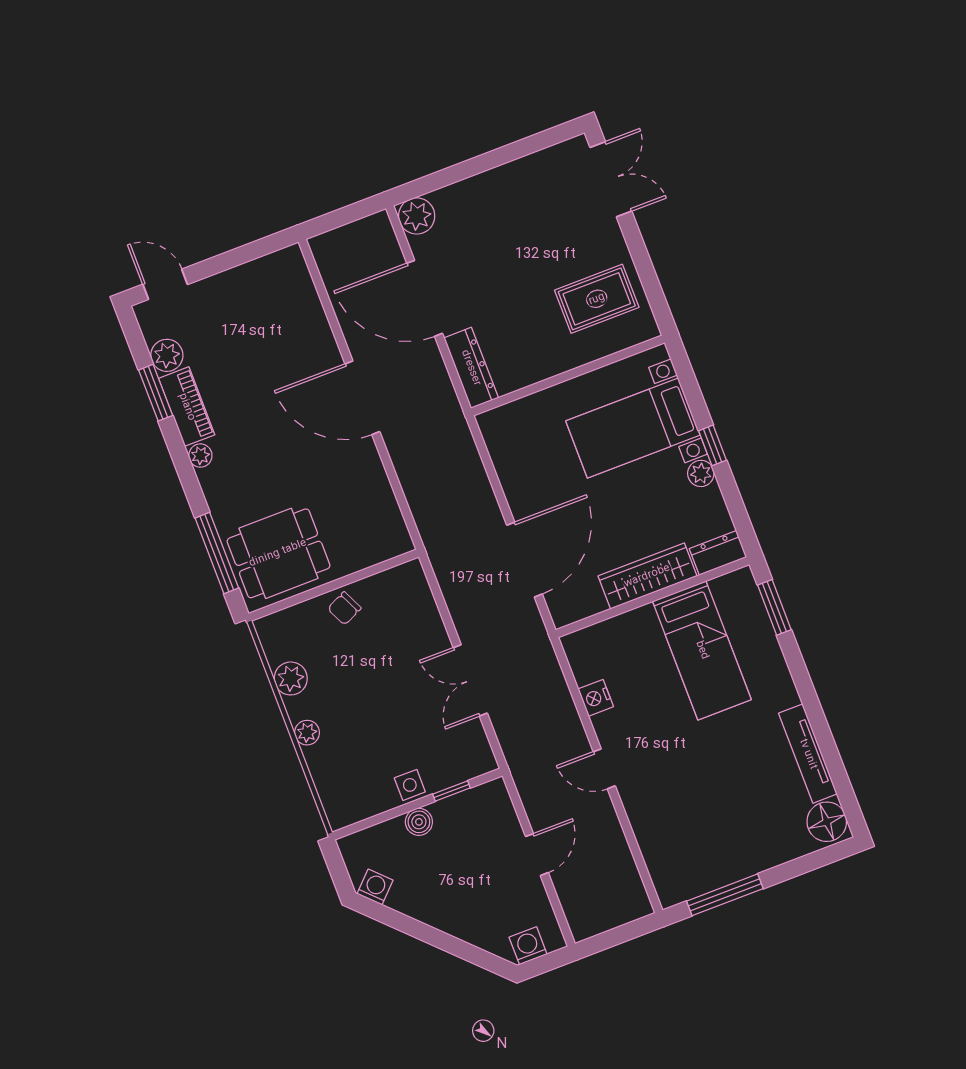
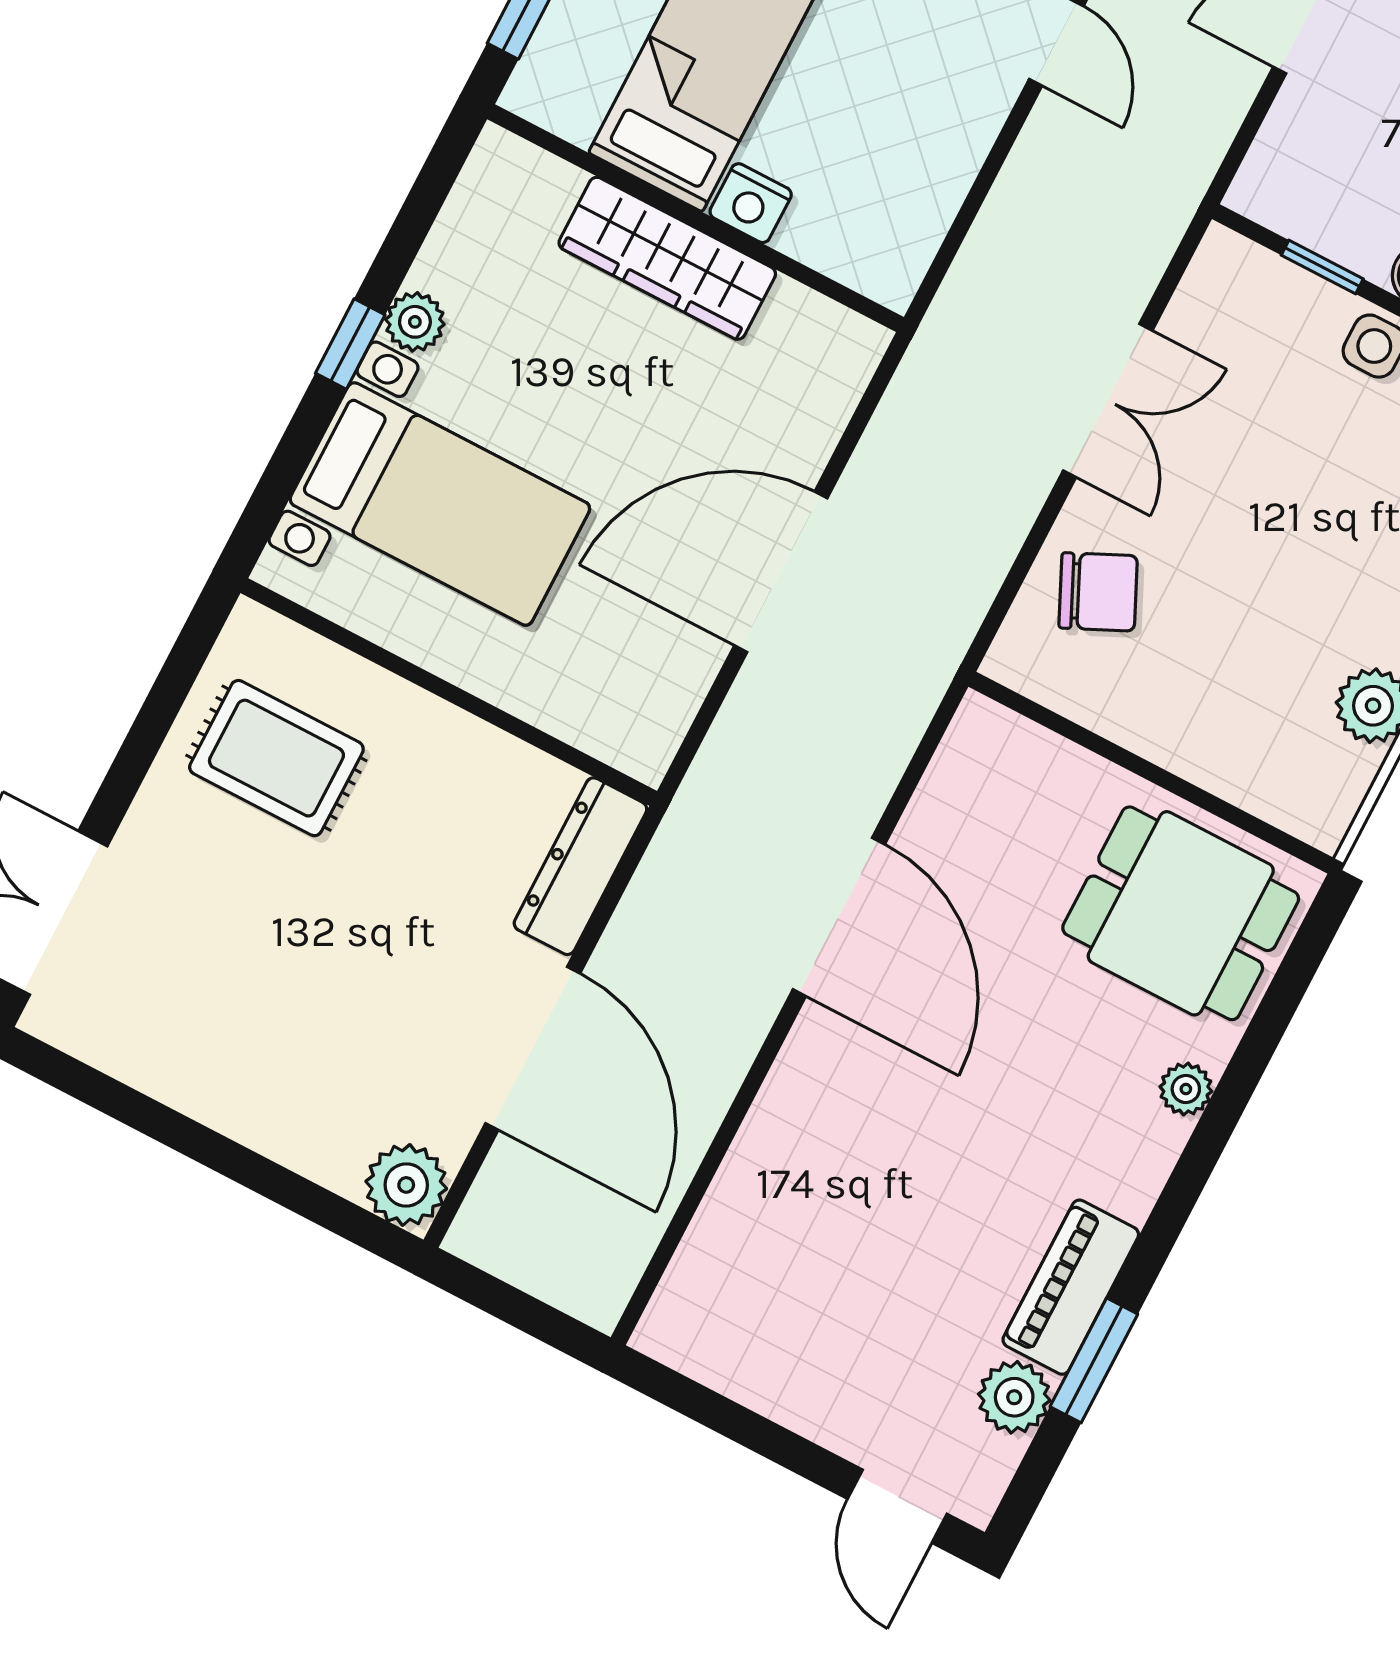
door: (362, 398) -> (839, 917), moved
plant: (200, 456) -> (1186, 1089), moved
window: (217, 553) -> (1272, 1018), removed
dresser: (718, 553) -> (523, 174), removed
door: (525, 560) -> (781, 572), moved
chair: (344, 608) -> (1098, 592), moved, width x1.37, depth x1.37
nightstand: (596, 698) -> (751, 203), moved, turned 90

